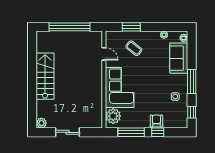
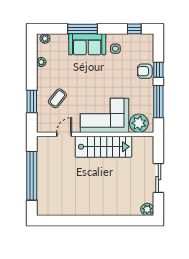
sofa: (179, 58) -> (87, 44), moved
stairs: (45, 76) -> (103, 147), moved, turned 180
window: (192, 81) -> (83, 29), moved

